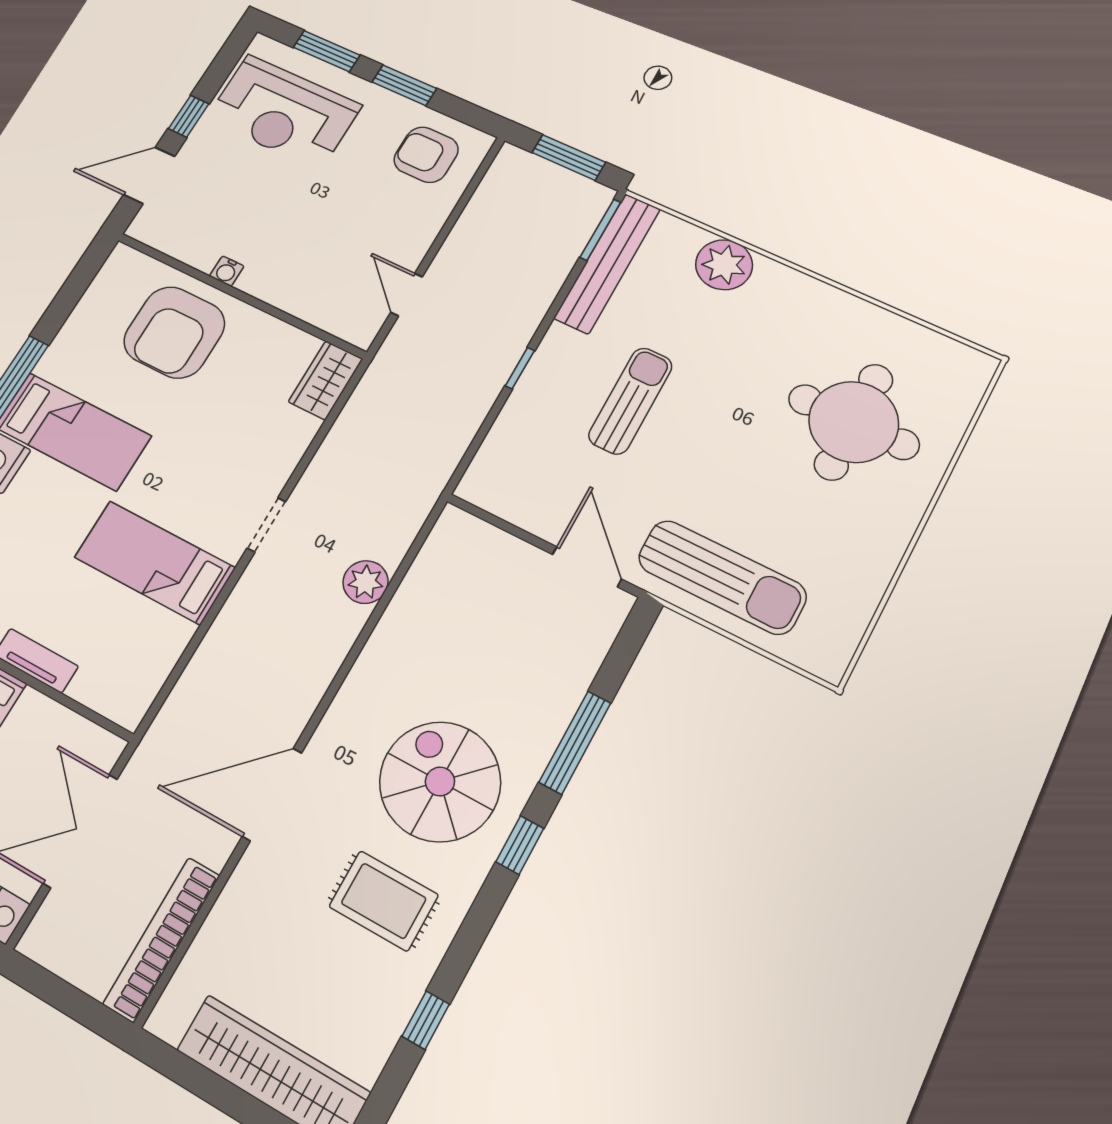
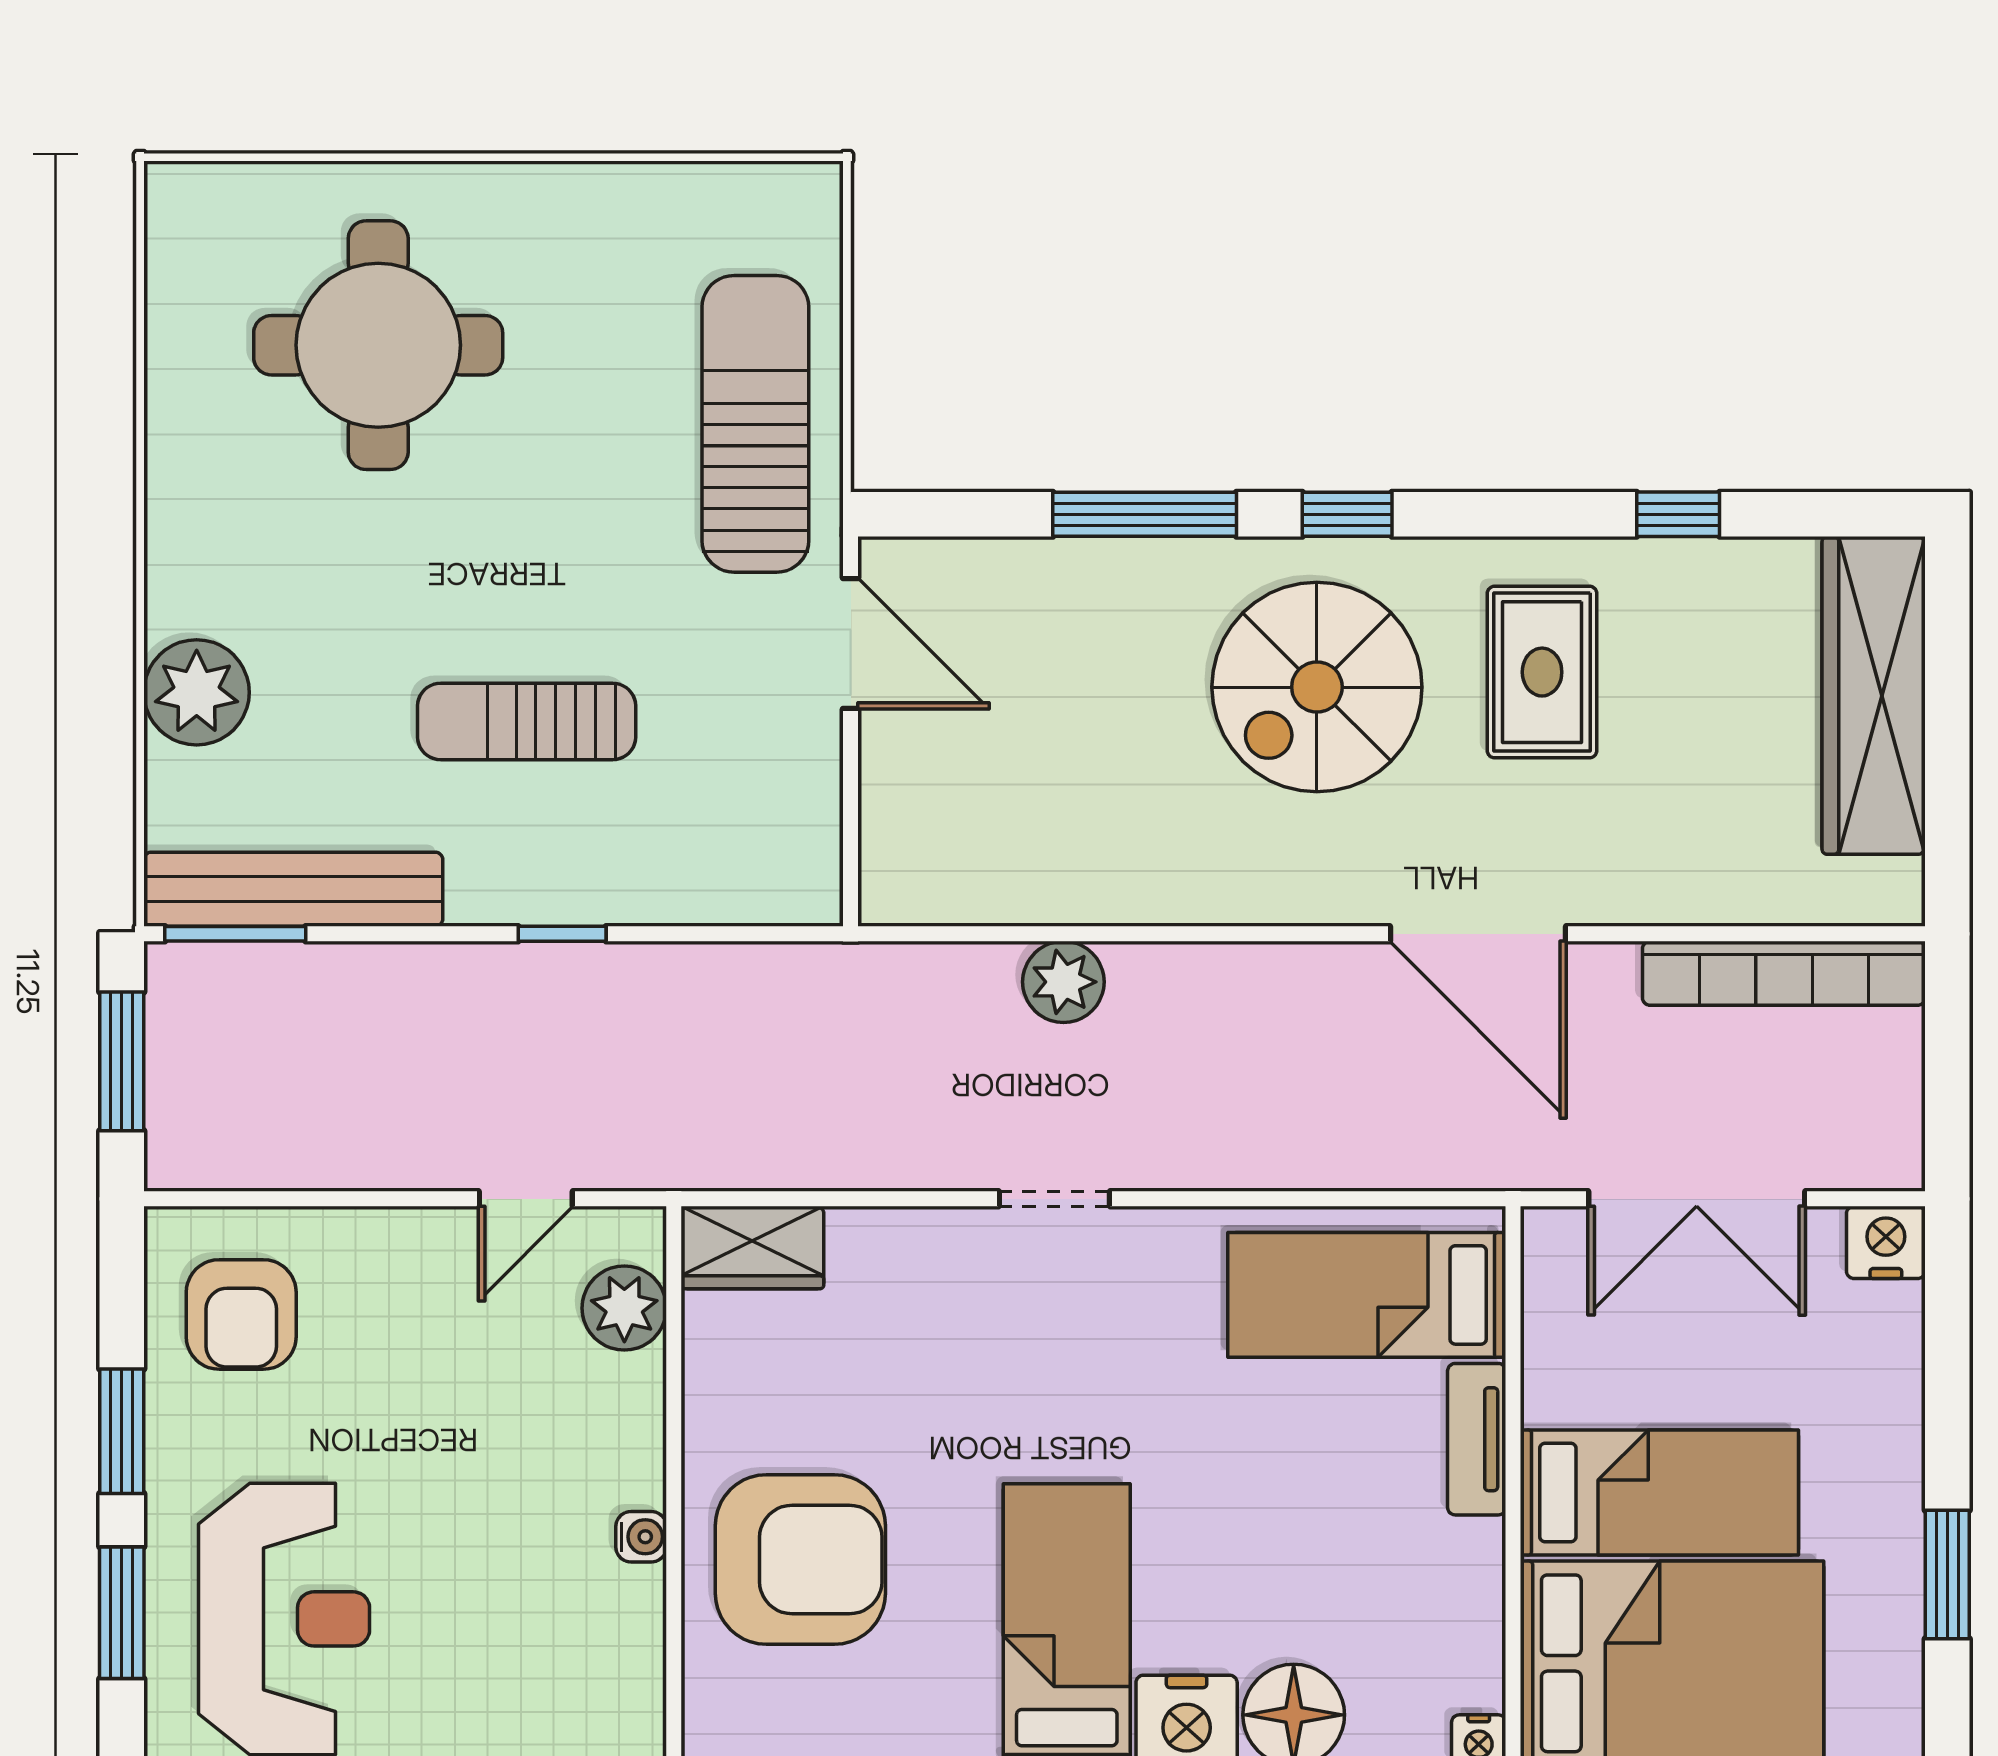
plant: (332, 313) -> (624, 1308), added
bed: (155, 562) -> (1367, 1295), moved, turned 90
door: (587, 567) -> (851, 644), swing flipped

